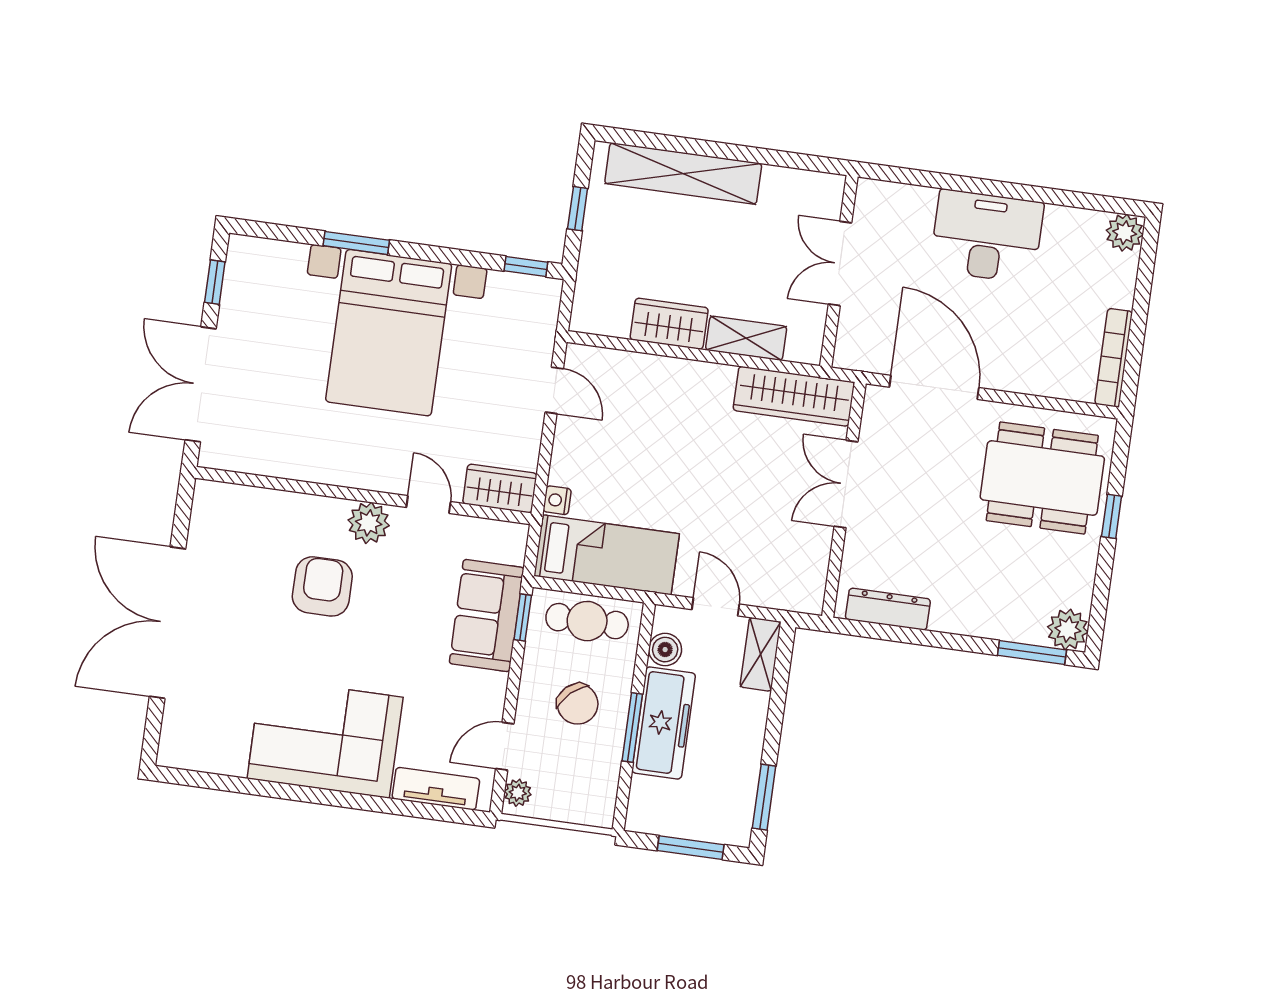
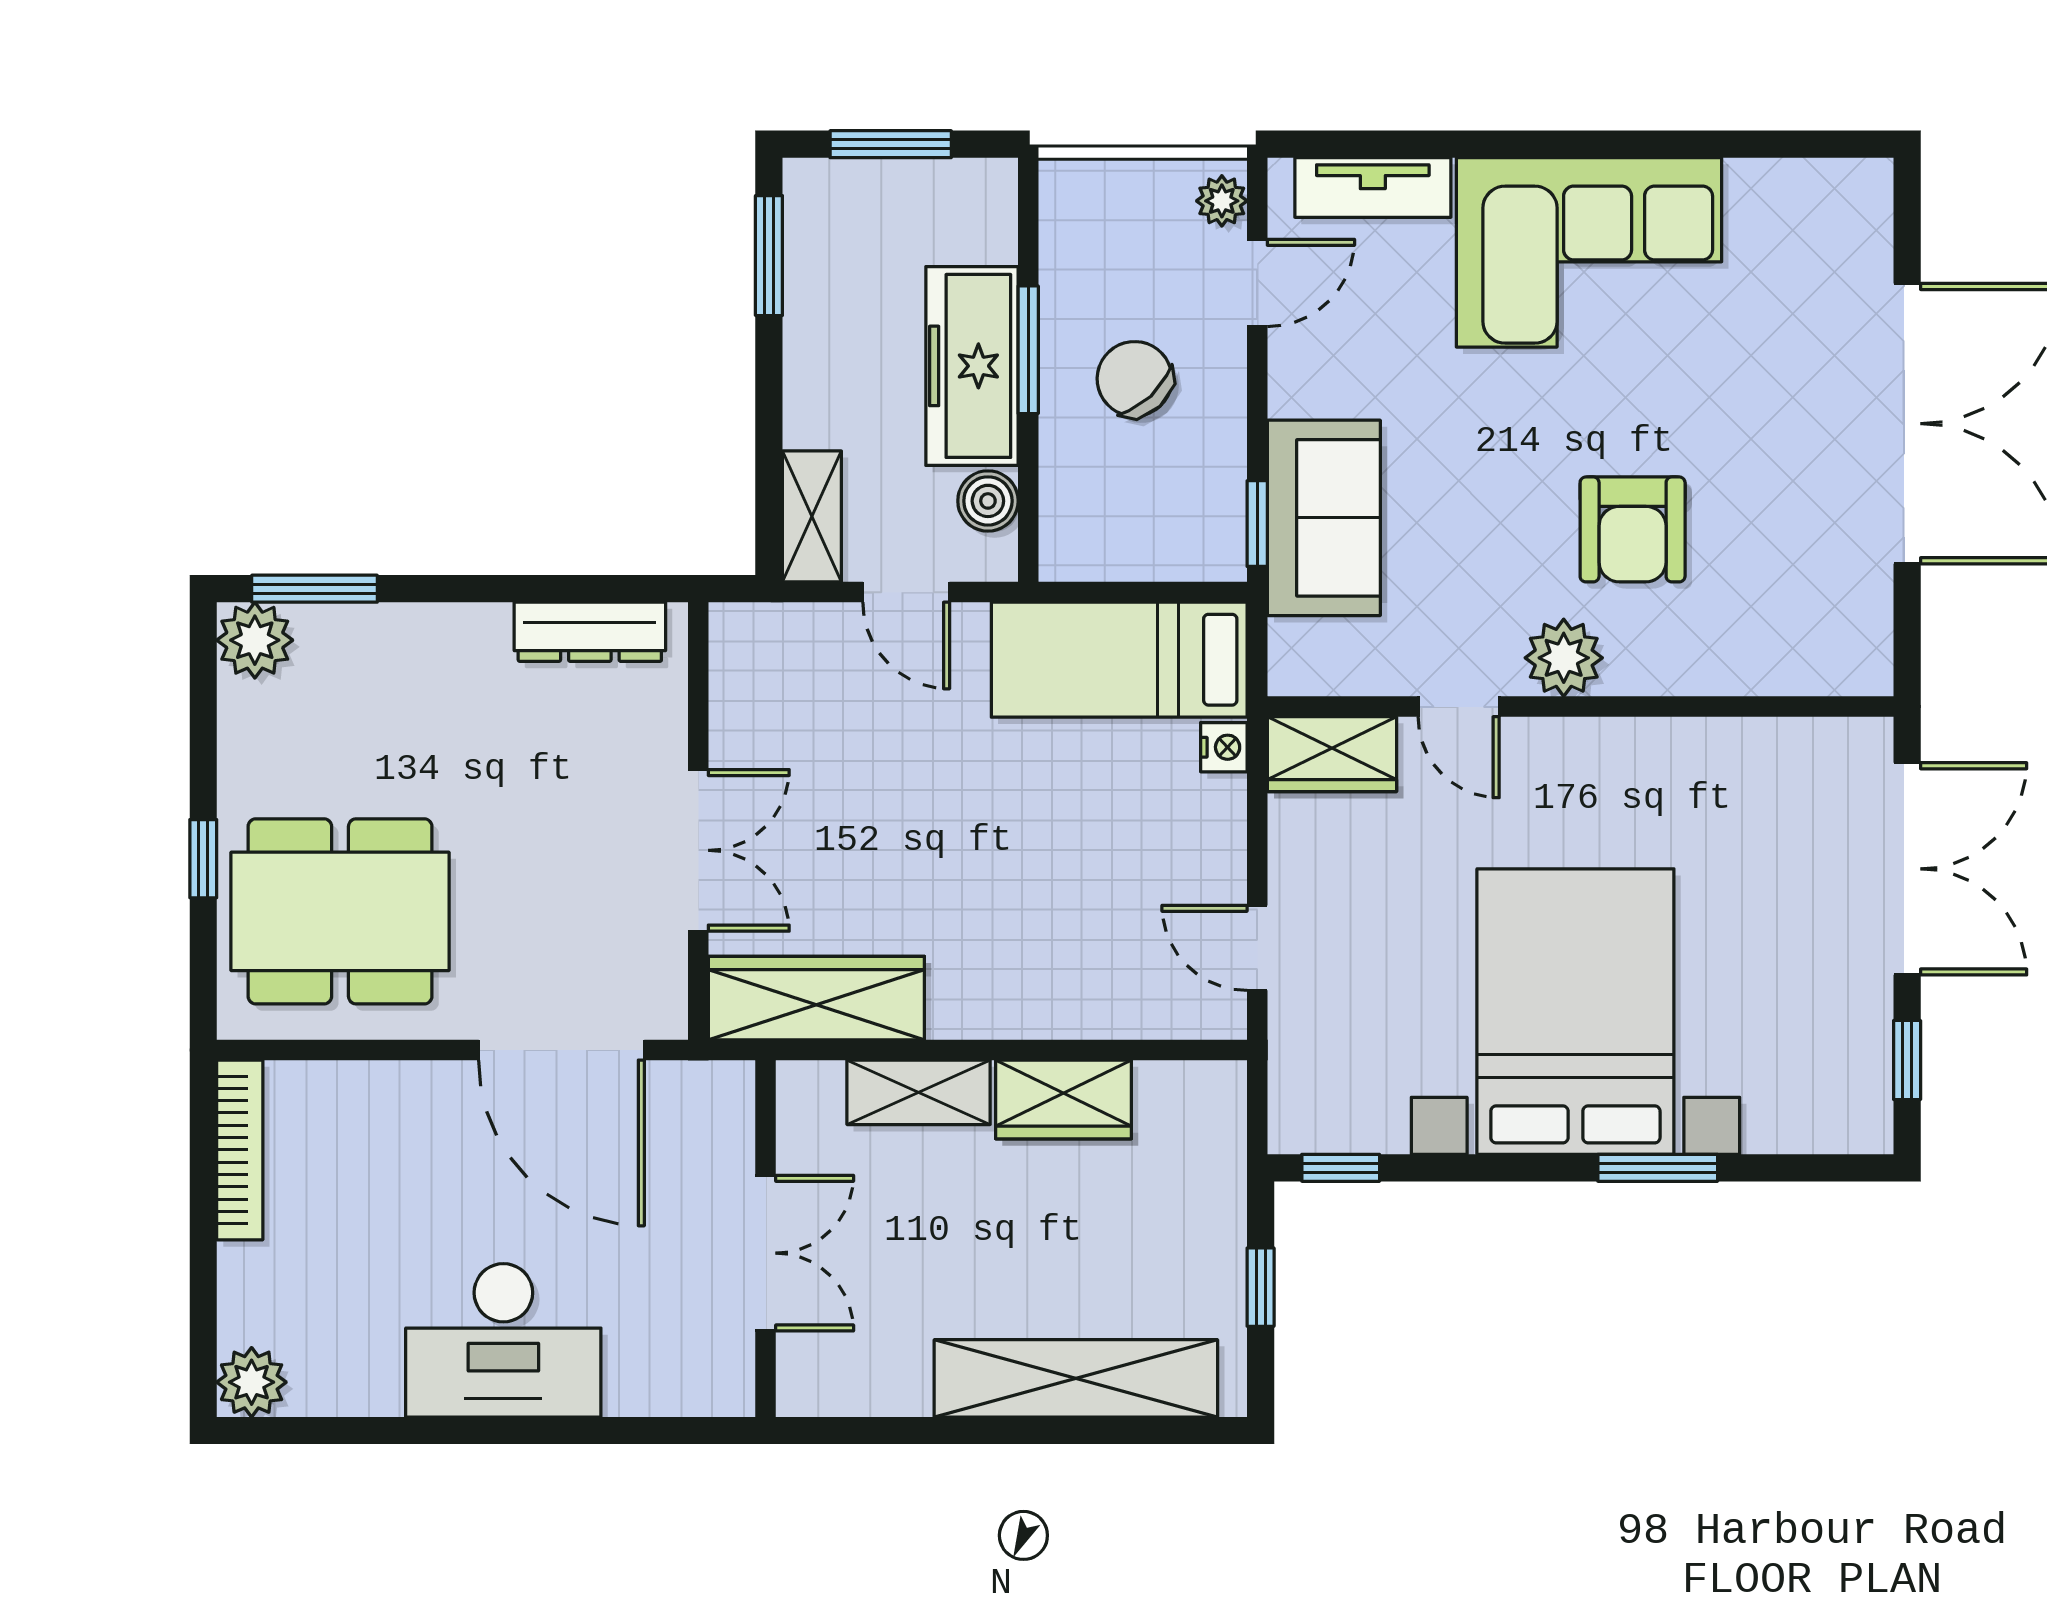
cafe table: (587, 621) -> (1138, 533), removed

